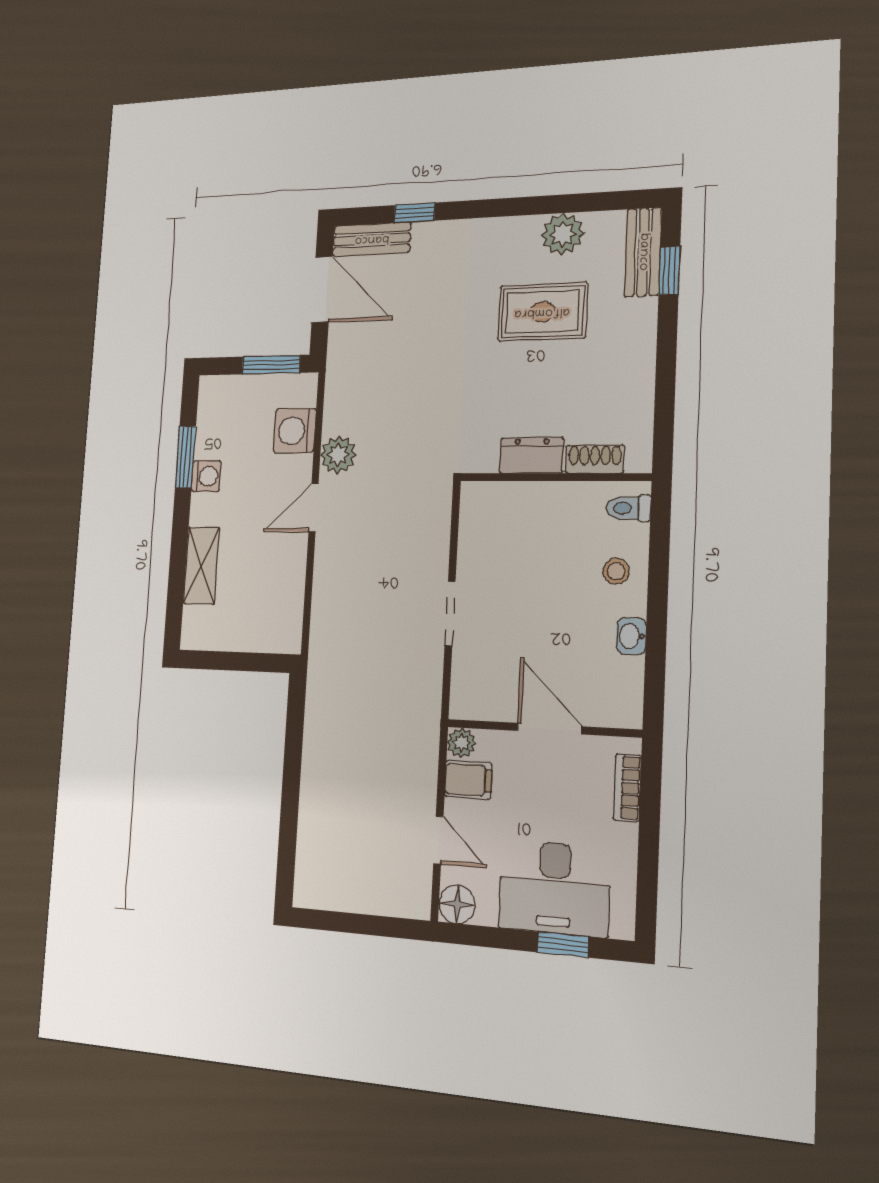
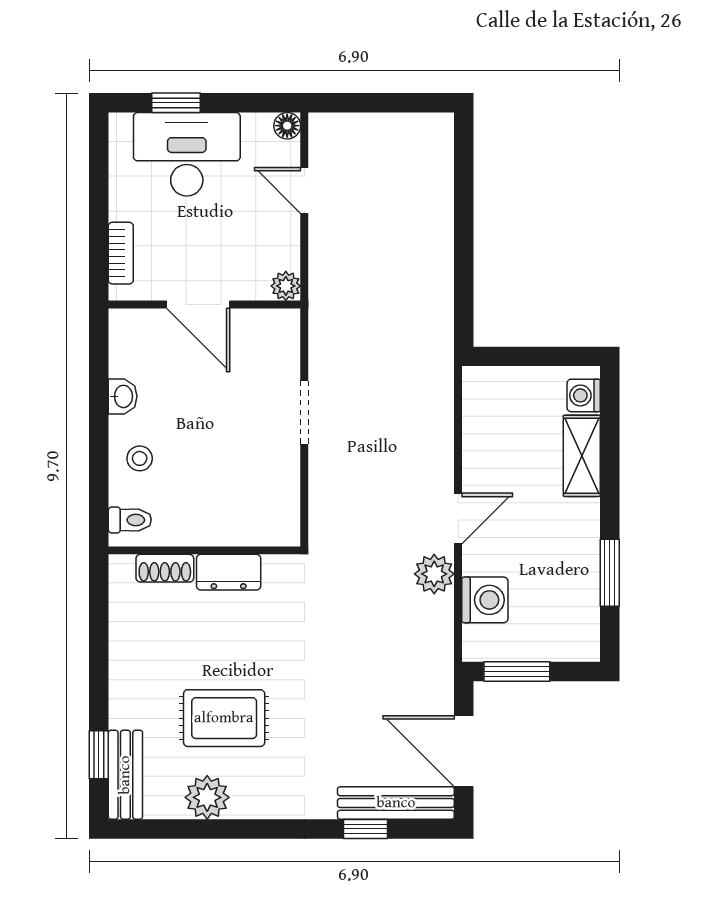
bench: (372, 239) -> (396, 803), width x1.36
washing machine: (206, 476) -> (584, 395), moved
filing cabinet: (468, 780) -> (277, 251), removed
floor lamp: (457, 904) -> (287, 126), width x0.73, depth x0.73

